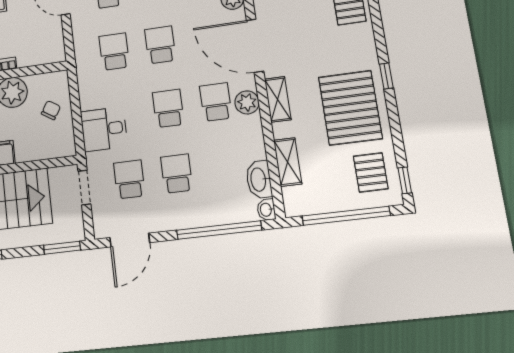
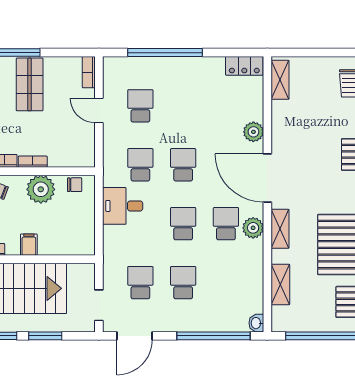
chair: (51, 110) -> (75, 185), moved, turned 58
desk: (104, 129) -> (123, 206), moved
washbasin: (259, 179) -> (254, 297), removed
doorway: (84, 188) -> (99, 305), moved
window: (62, 248) -> (45, 336), moved

